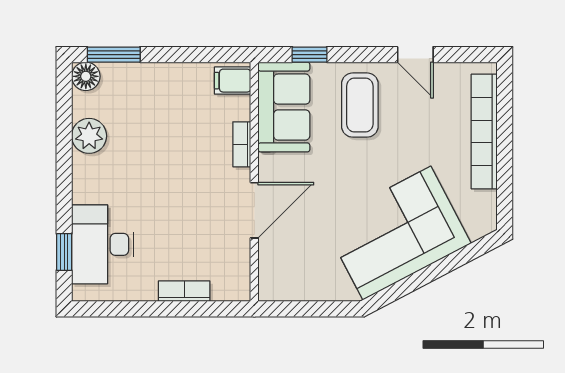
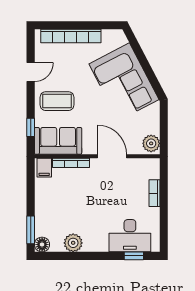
bookcase: (242, 144) -> (71, 163), width x1.56
plant: (279, 285) -> (151, 143), added

